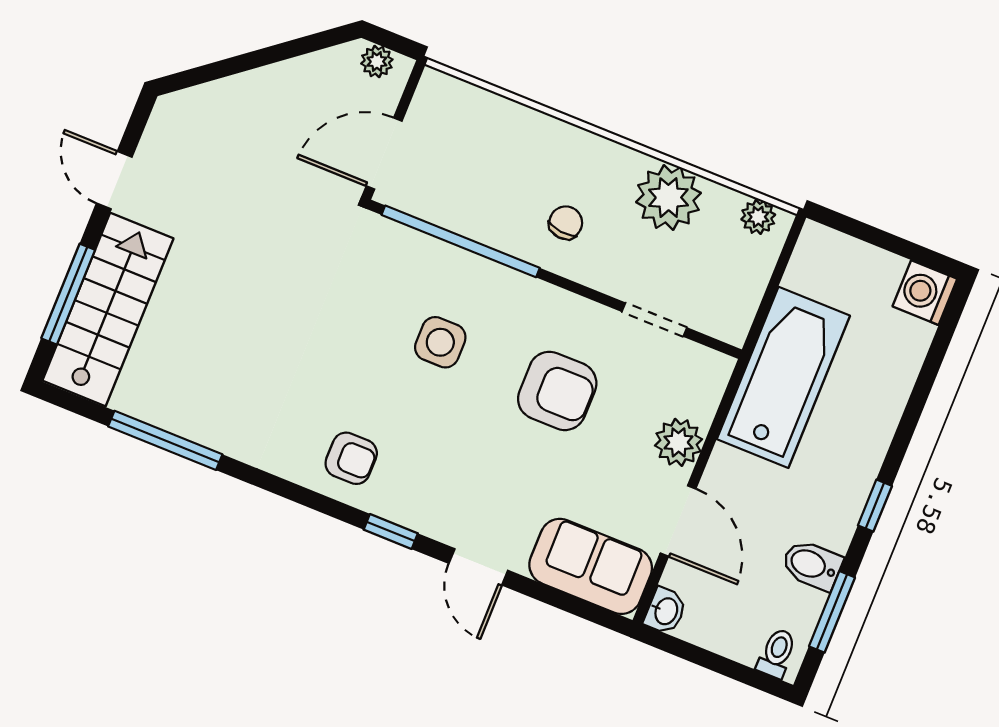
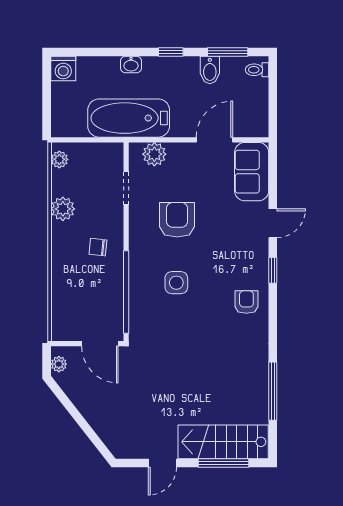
plant: (668, 198) -> (63, 209), width x0.73, depth x0.73
plant: (679, 442) -> (154, 154), moved
washbasin: (665, 611) -> (131, 65), moved, turned 180

